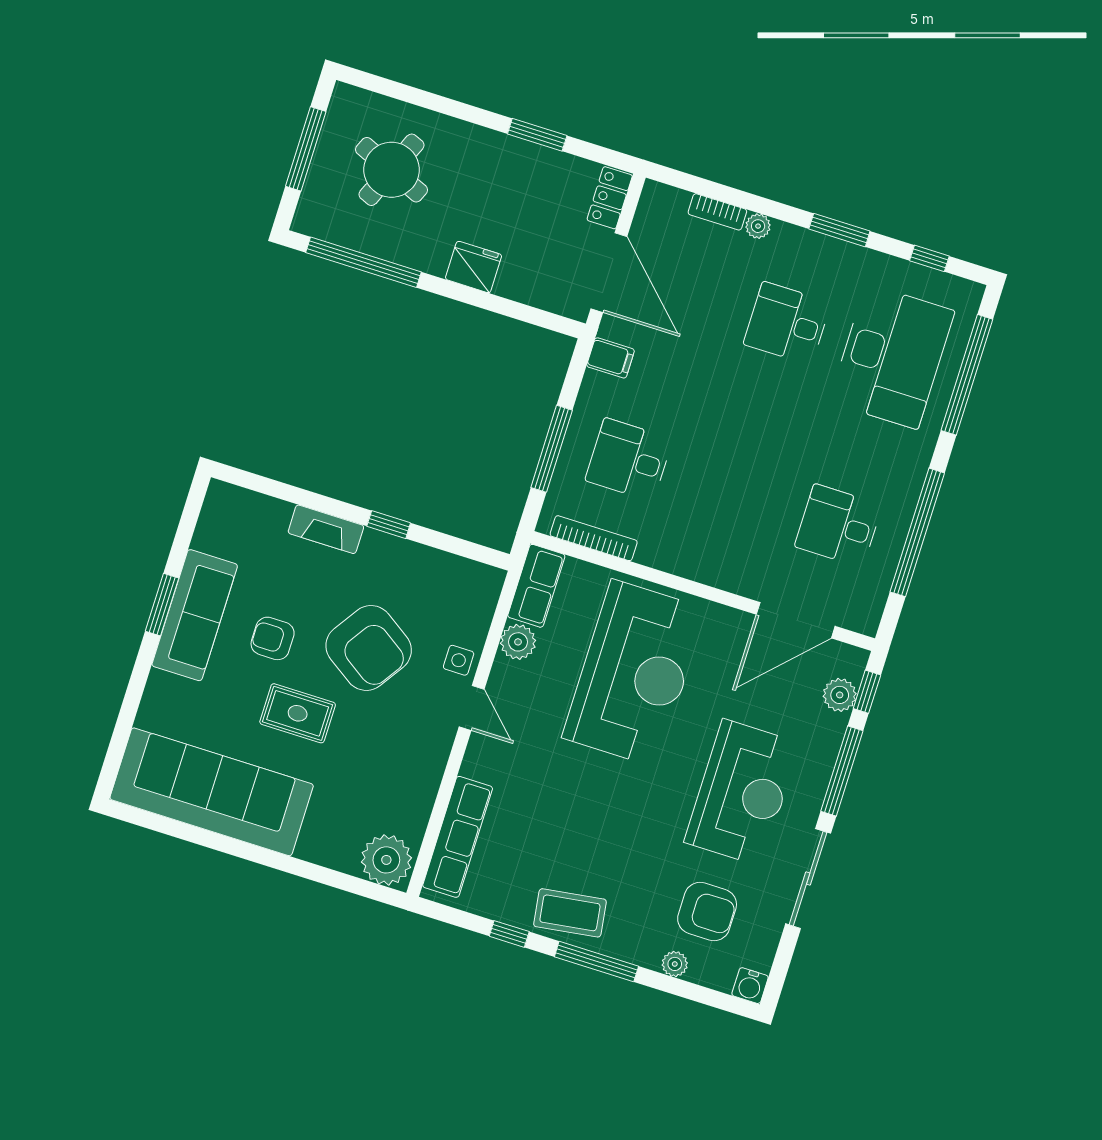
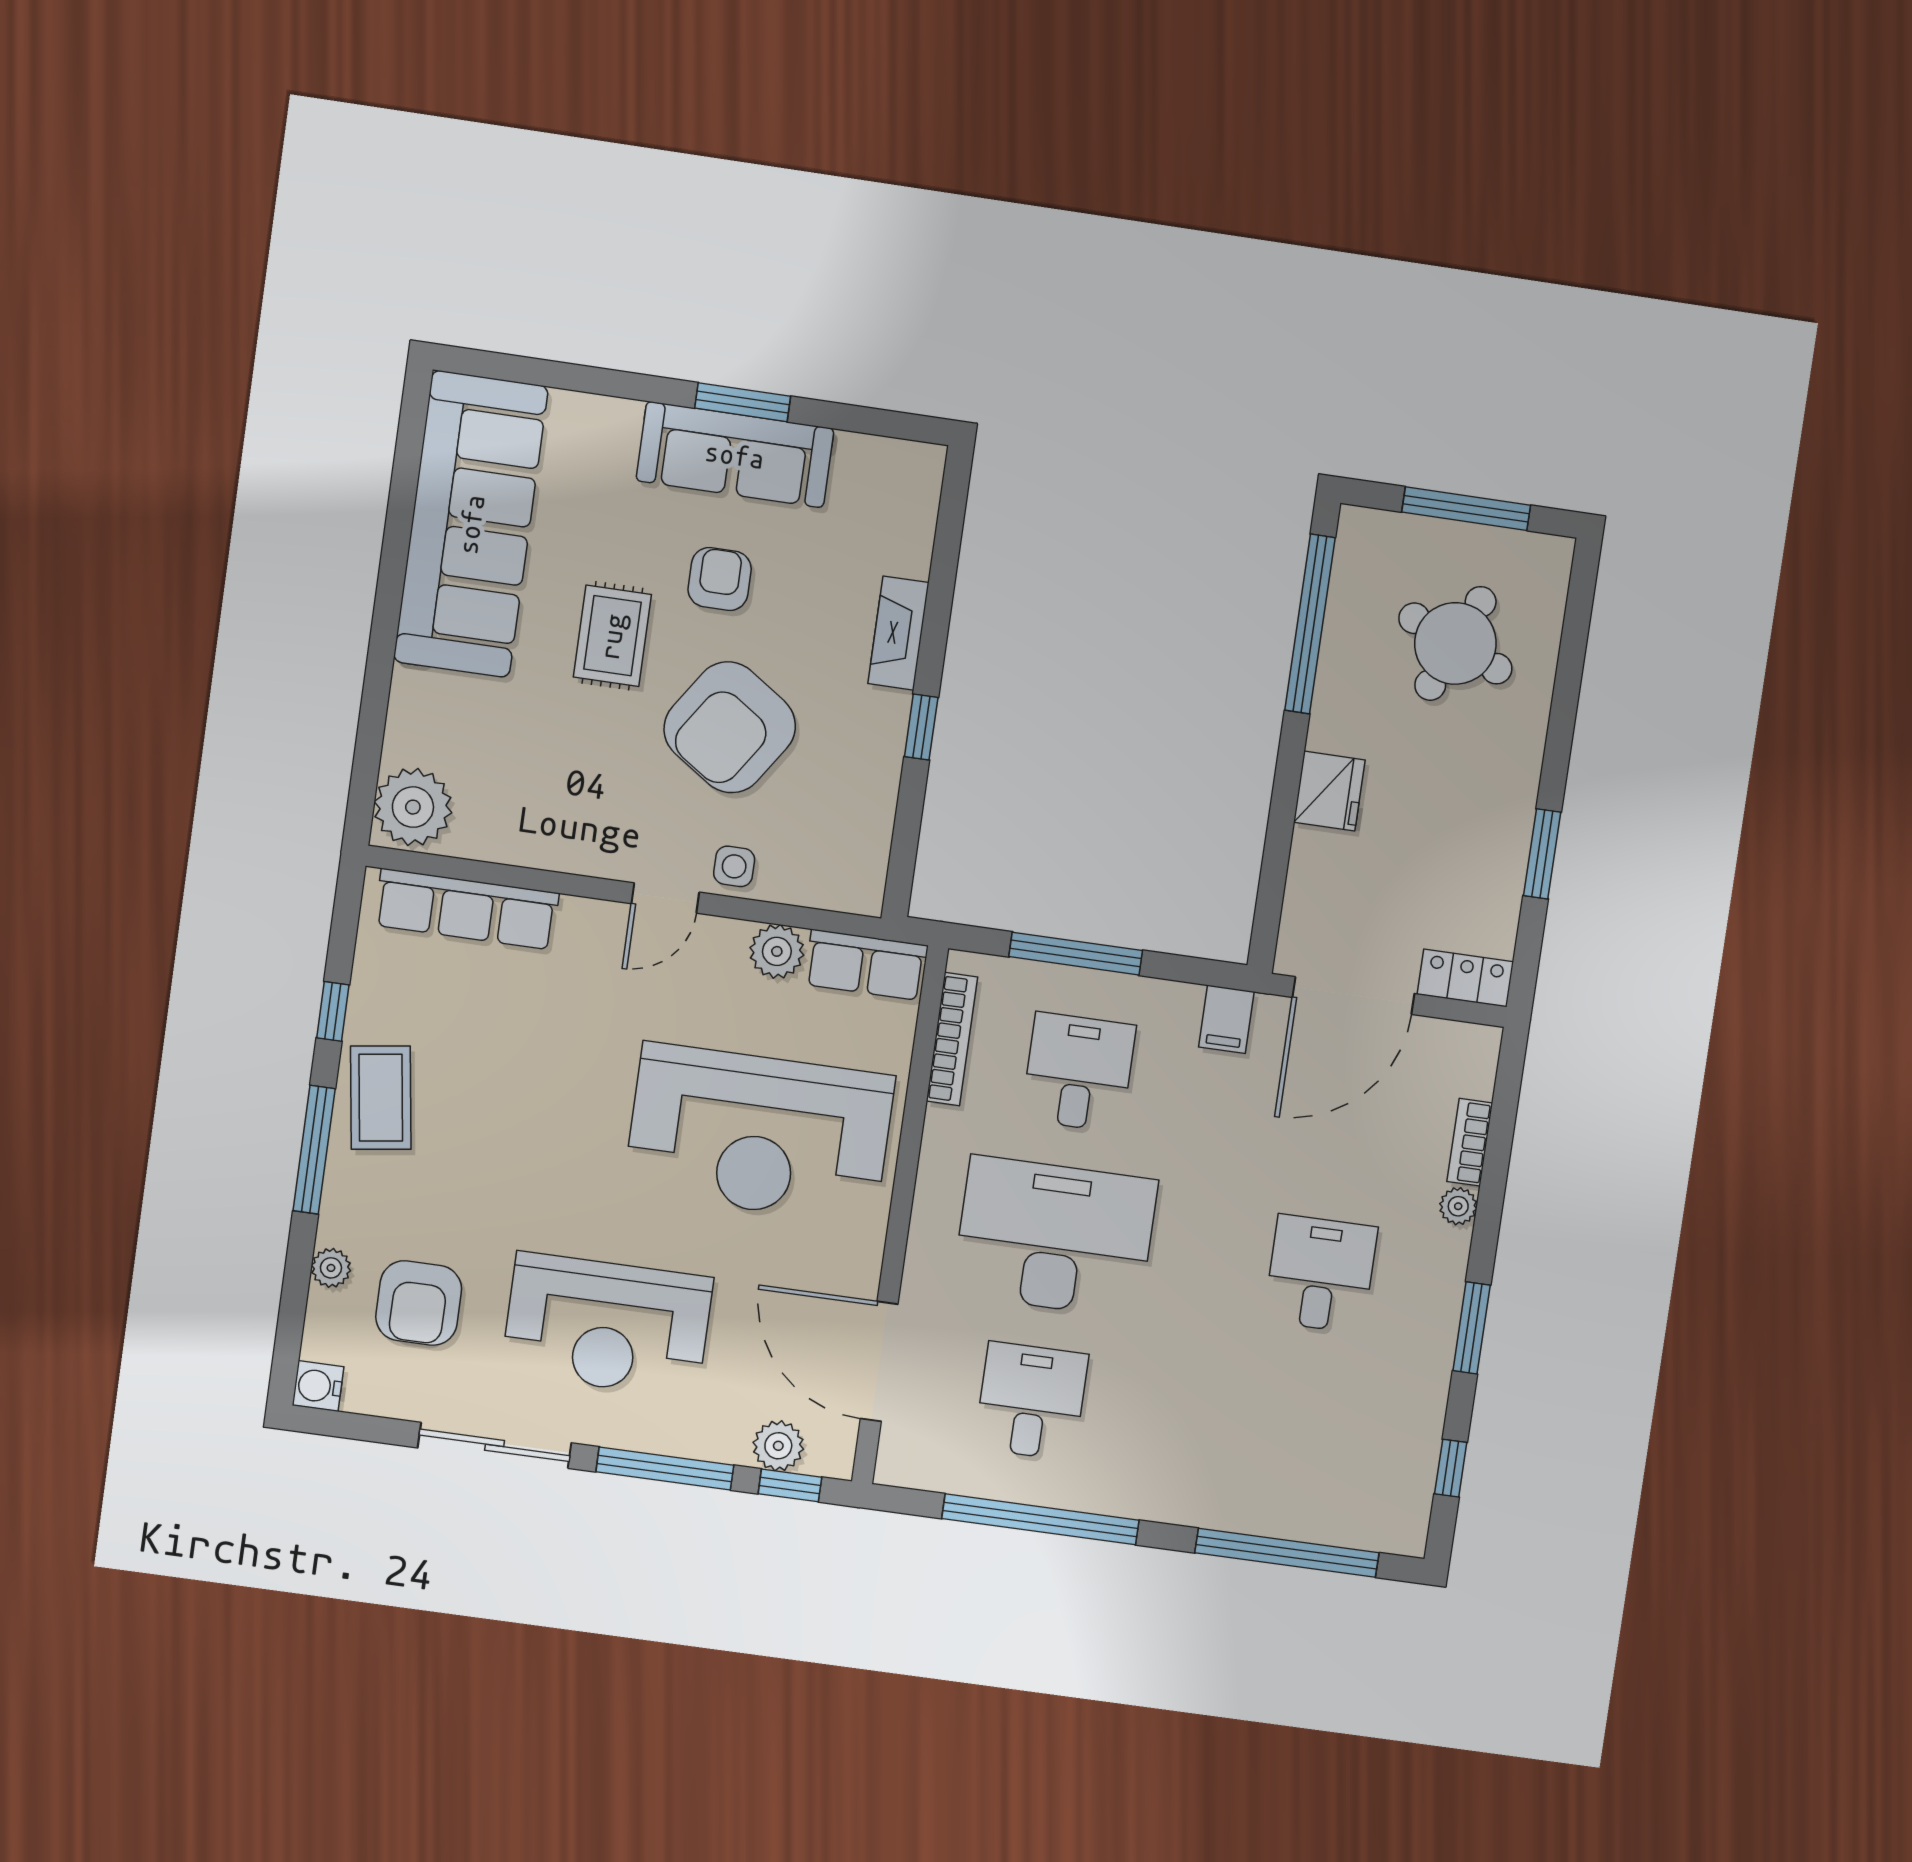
desk: (892, 356) -> (1055, 1237), moved, turned 180

